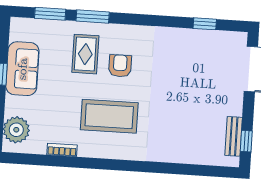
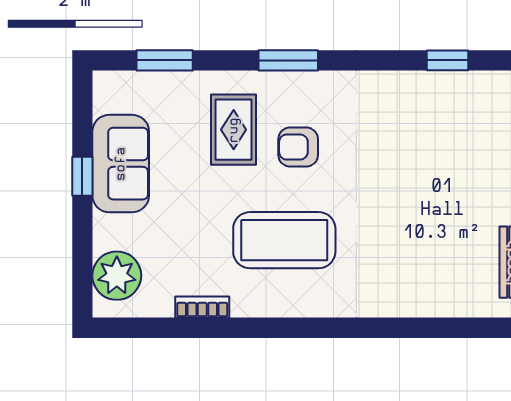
window: (93, 17) -> (288, 60), moved
armchair: (120, 66) -> (298, 147), turned -90

